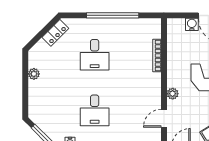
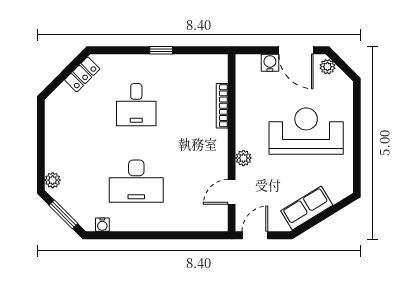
window: (113, 15) -> (161, 50), width x0.32
plant: (34, 74) -> (53, 180), moved
desk: (95, 110) -> (136, 181), width x1.37

